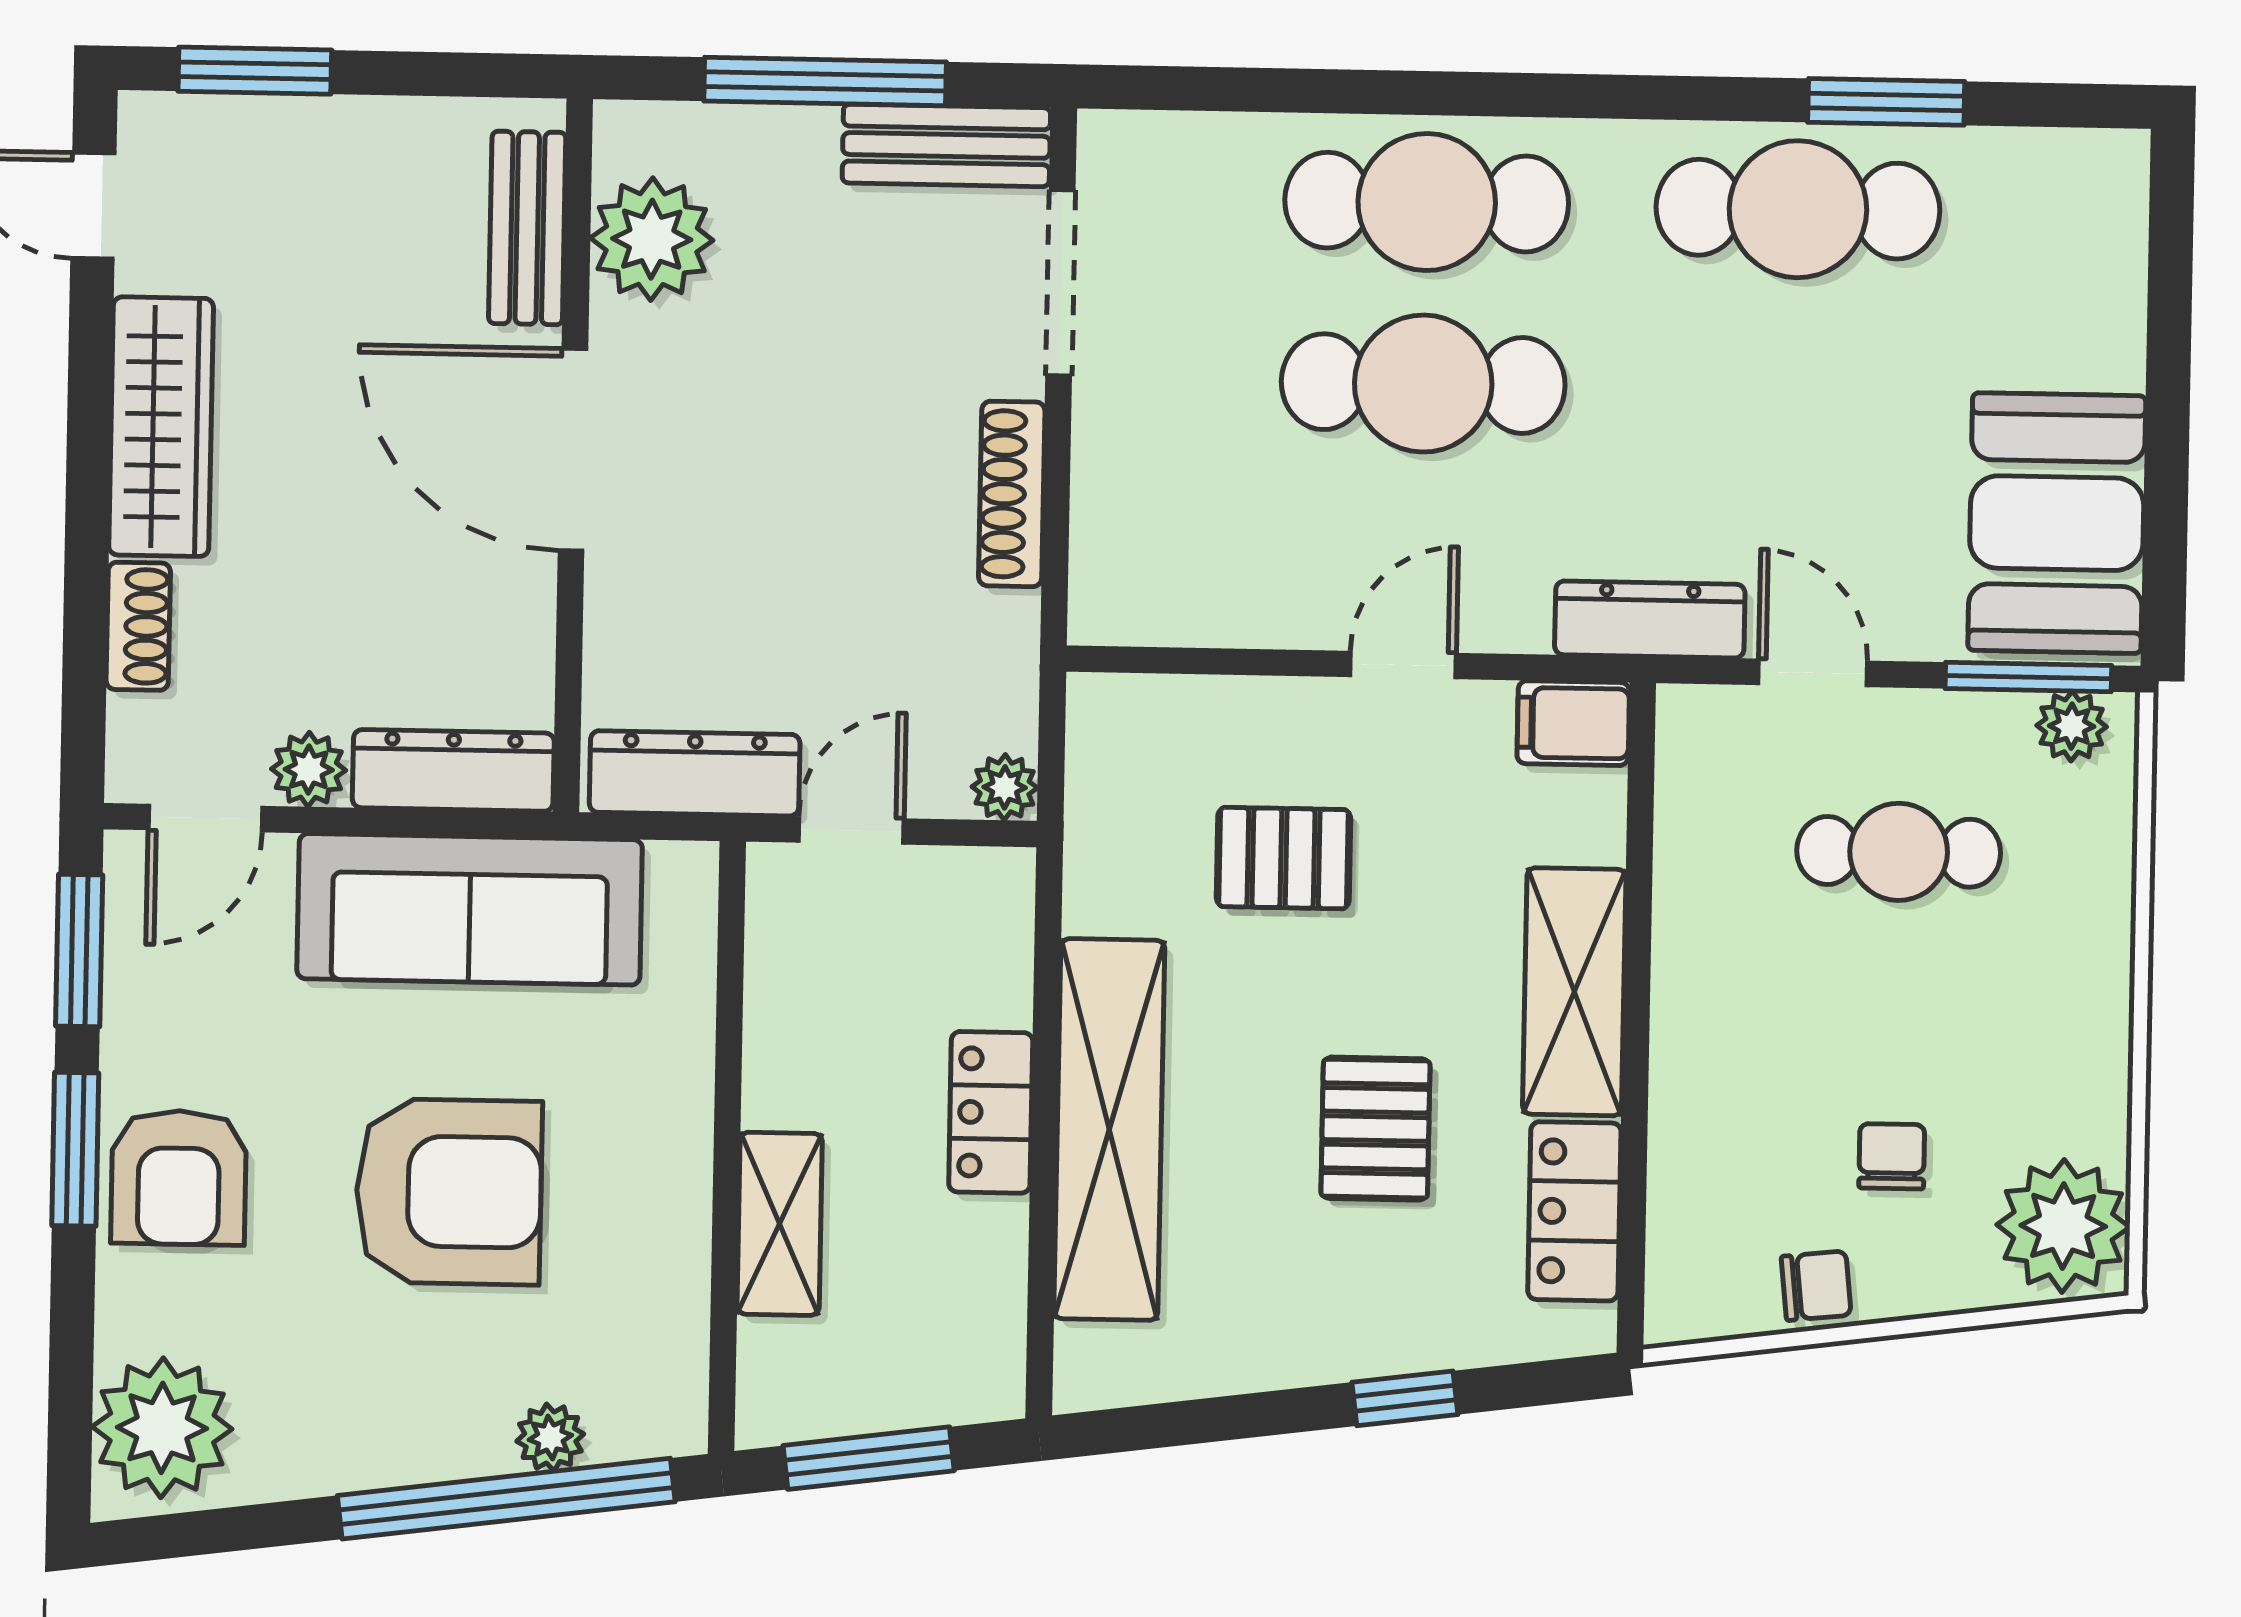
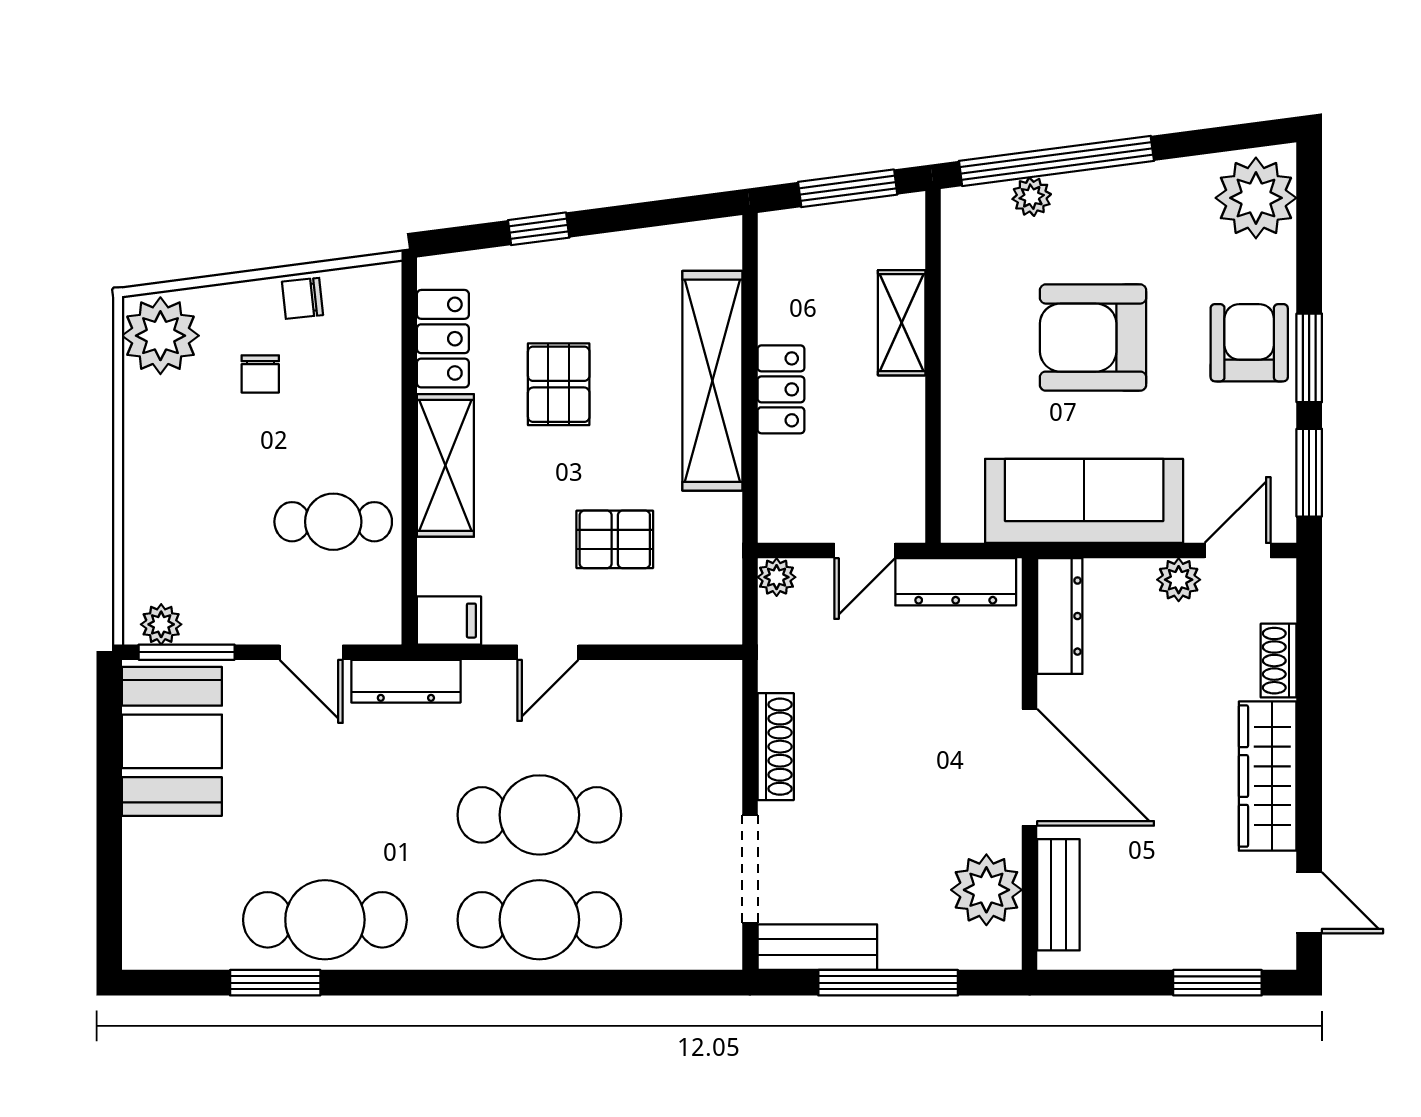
dresser: (453, 770) -> (1060, 616), moved, turned -90
cafe table: (1899, 852) -> (333, 522), moved

